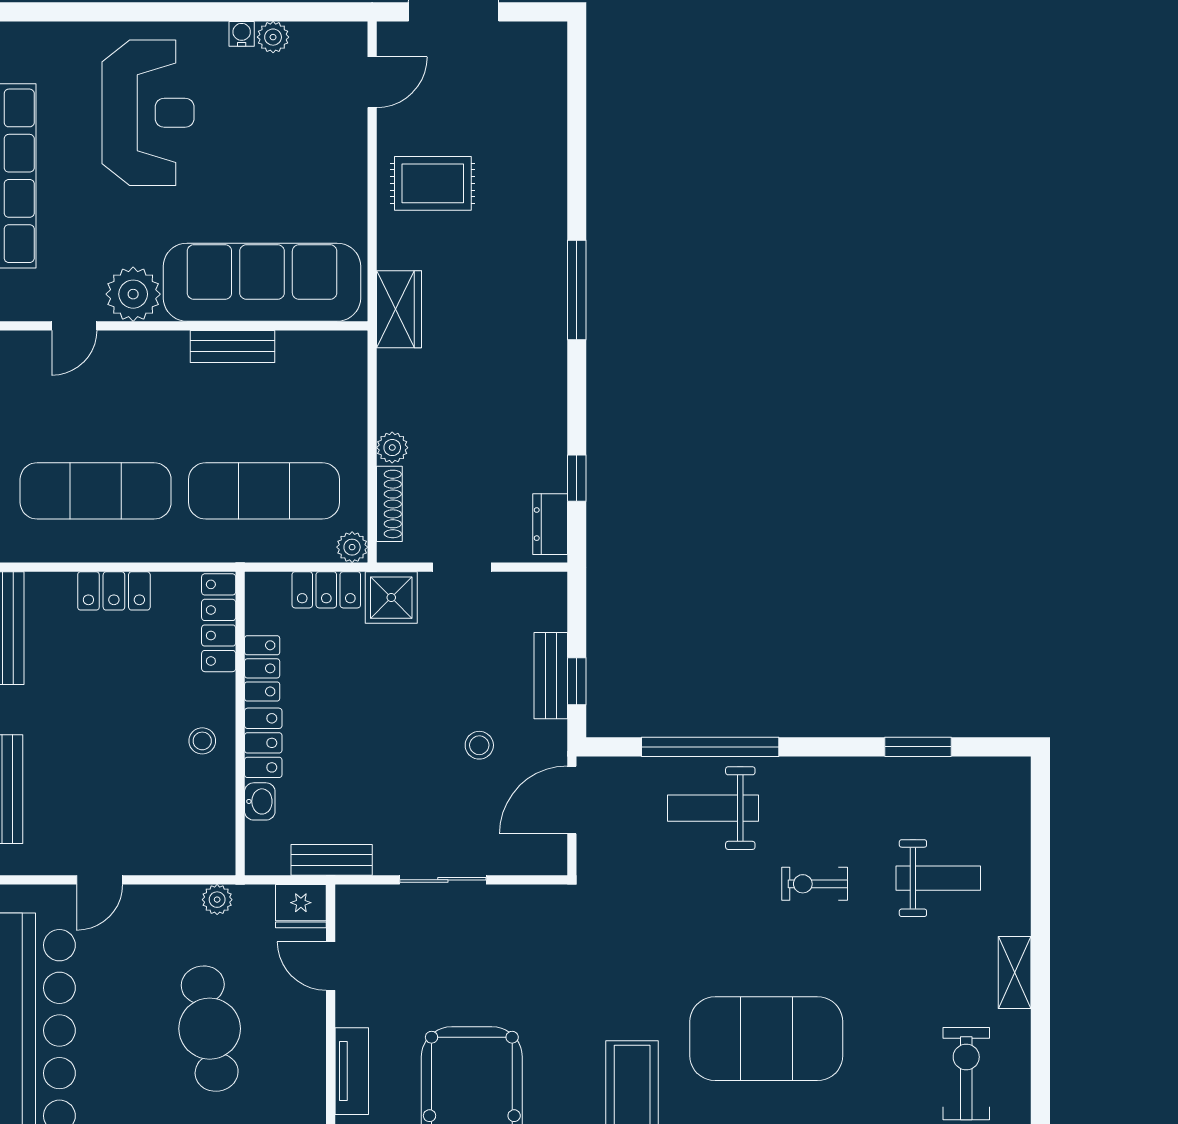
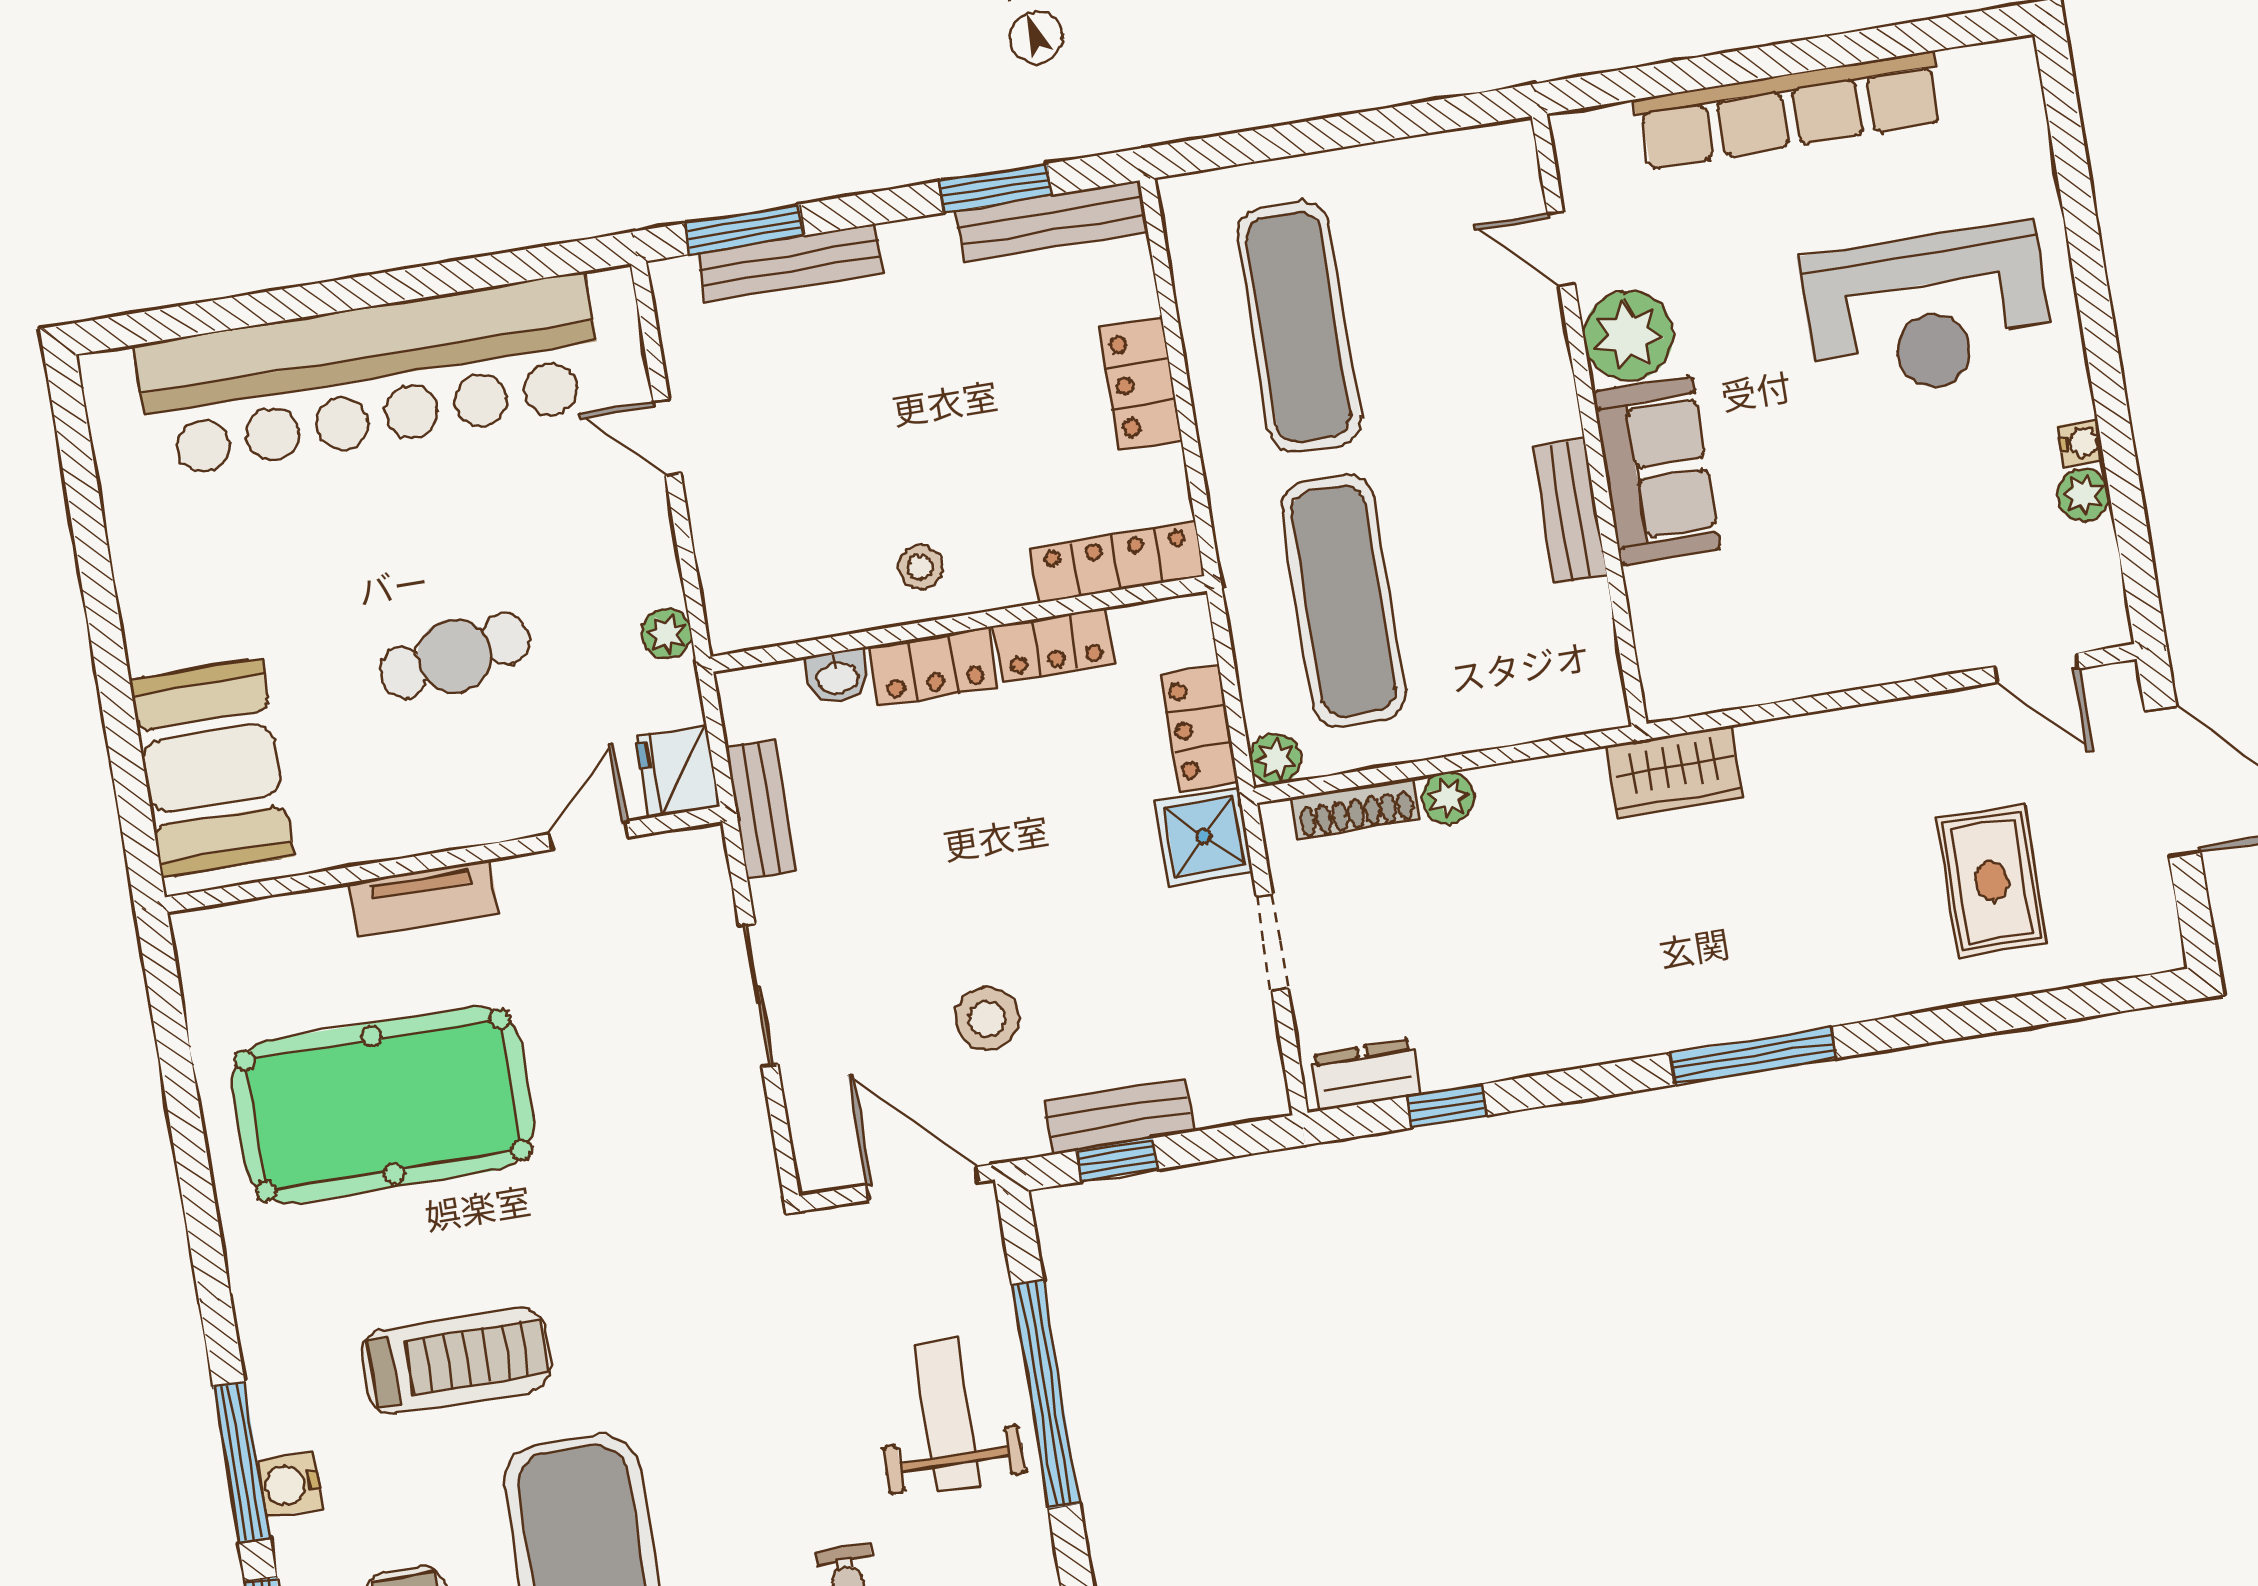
rug: (433, 183) -> (1992, 881), moved
sofa: (262, 282) -> (1656, 471), width x0.54, depth x0.79
stool: (479, 745) -> (987, 1019), width x1.37, depth x1.37
cafe table: (210, 1029) -> (455, 656), width x0.73, depth x0.74

